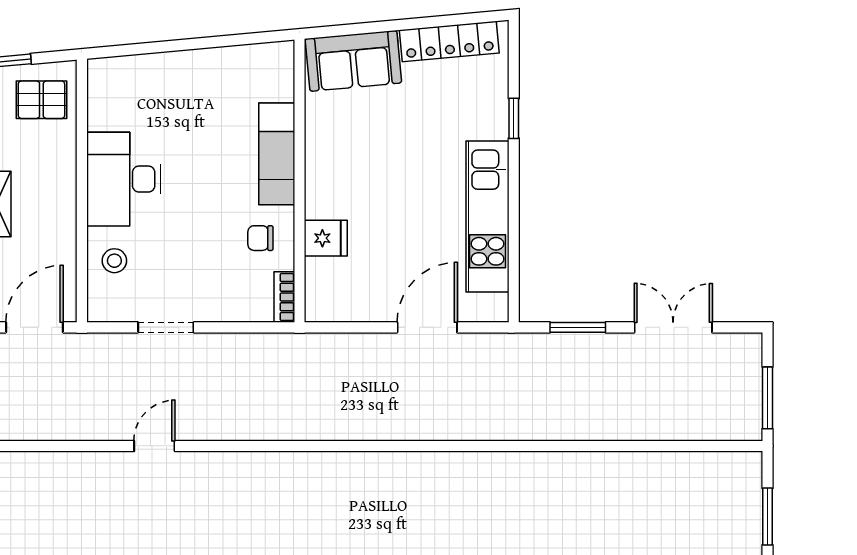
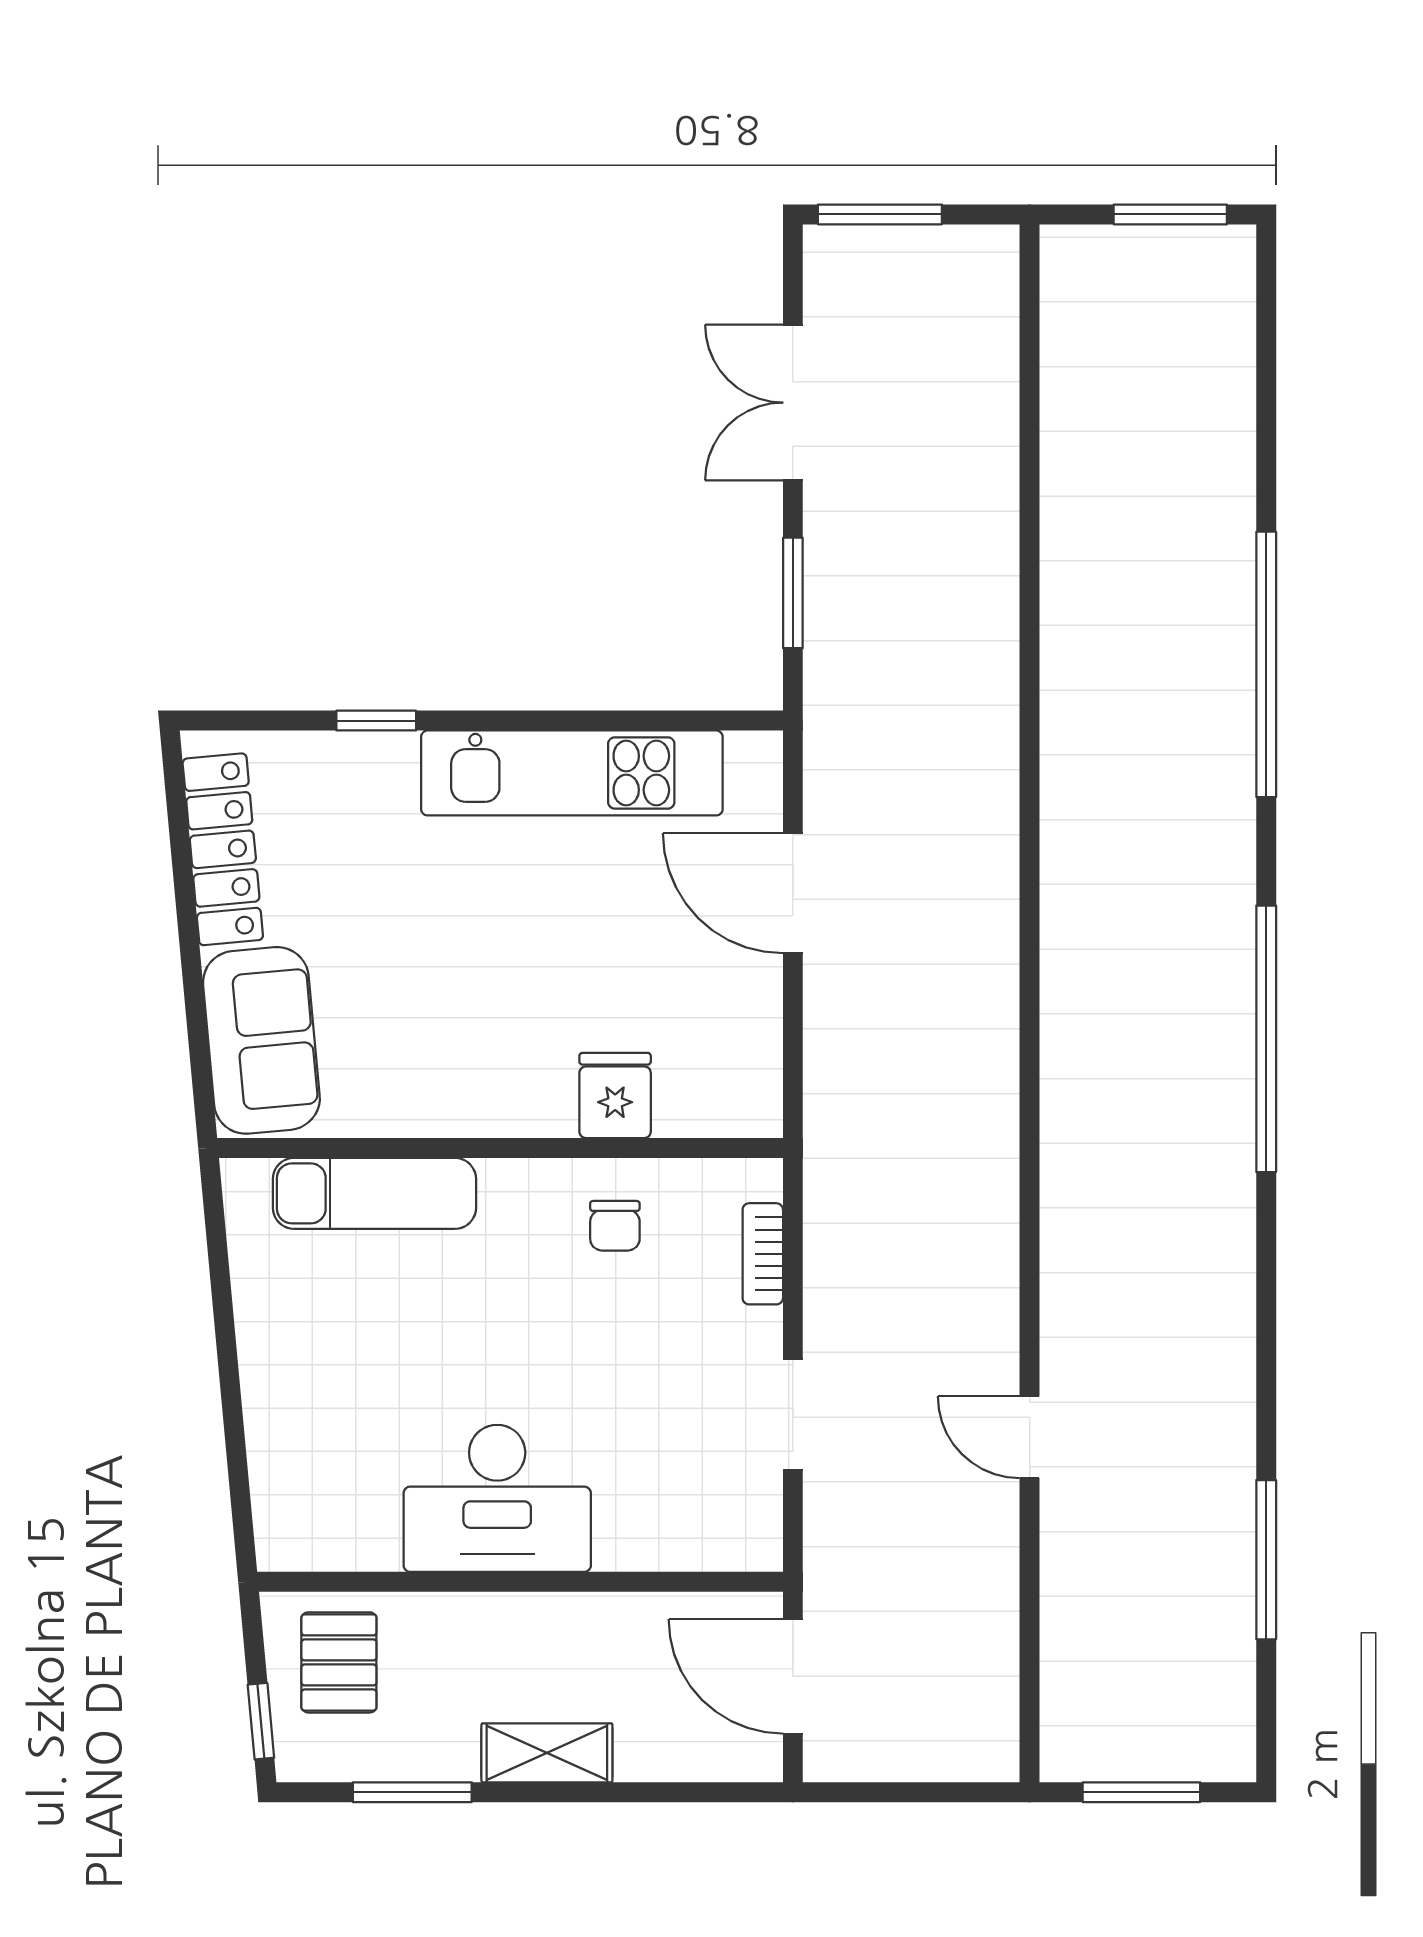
exam couch: (277, 154) -> (374, 1193), moved
stool: (114, 261) -> (660, 1517), removed
bookcase: (284, 297) -> (763, 1254), moved, turned 90
window: (768, 398) -> (880, 214), moved

